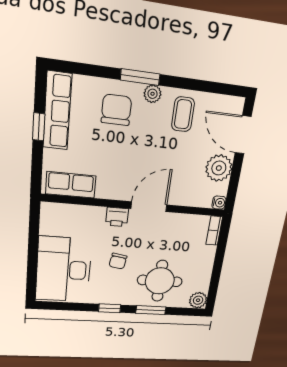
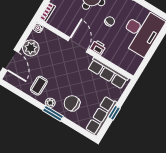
chair: (116, 110) -> (72, 103), turned 90
row of seats: (71, 185) -> (108, 73), width x1.48
door: (149, 207) -> (78, 45), swing flipped

